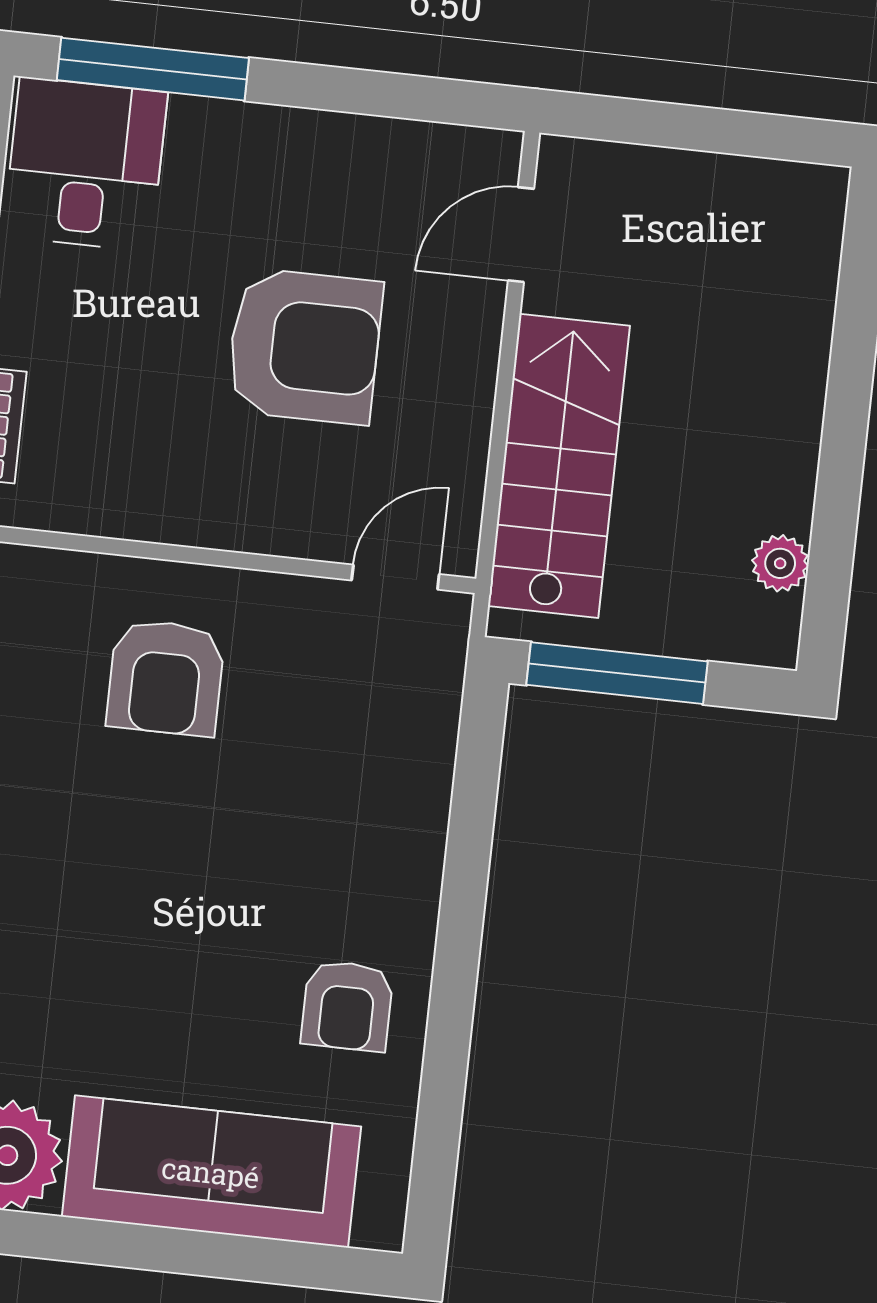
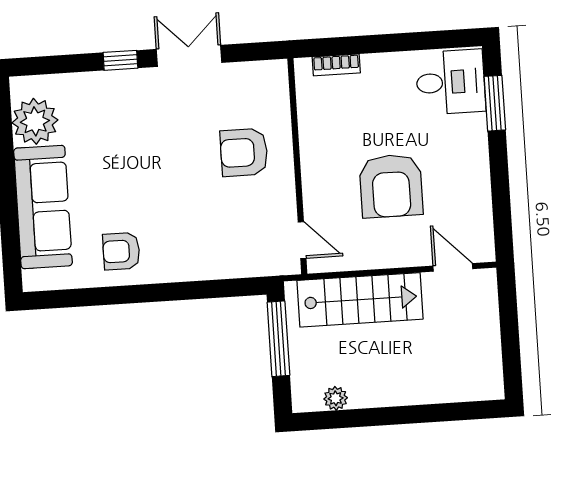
window: (153, 69) -> (495, 103), width x0.69

